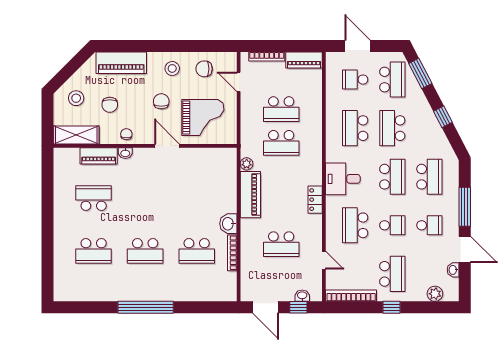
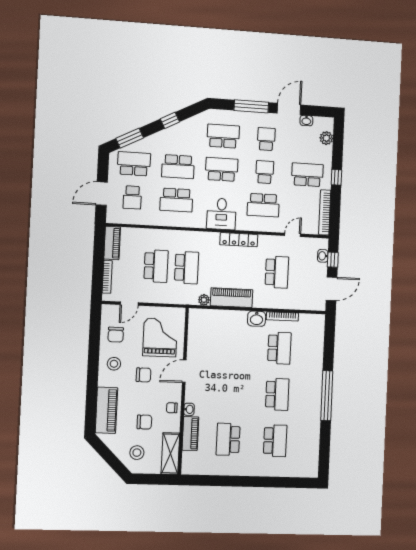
chair: (161, 101) -> (144, 375), turned 180
locker: (315, 200) -> (239, 240), width x1.53

